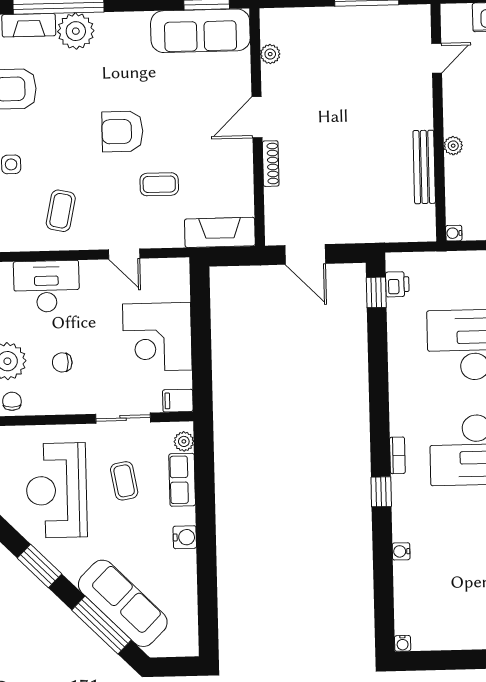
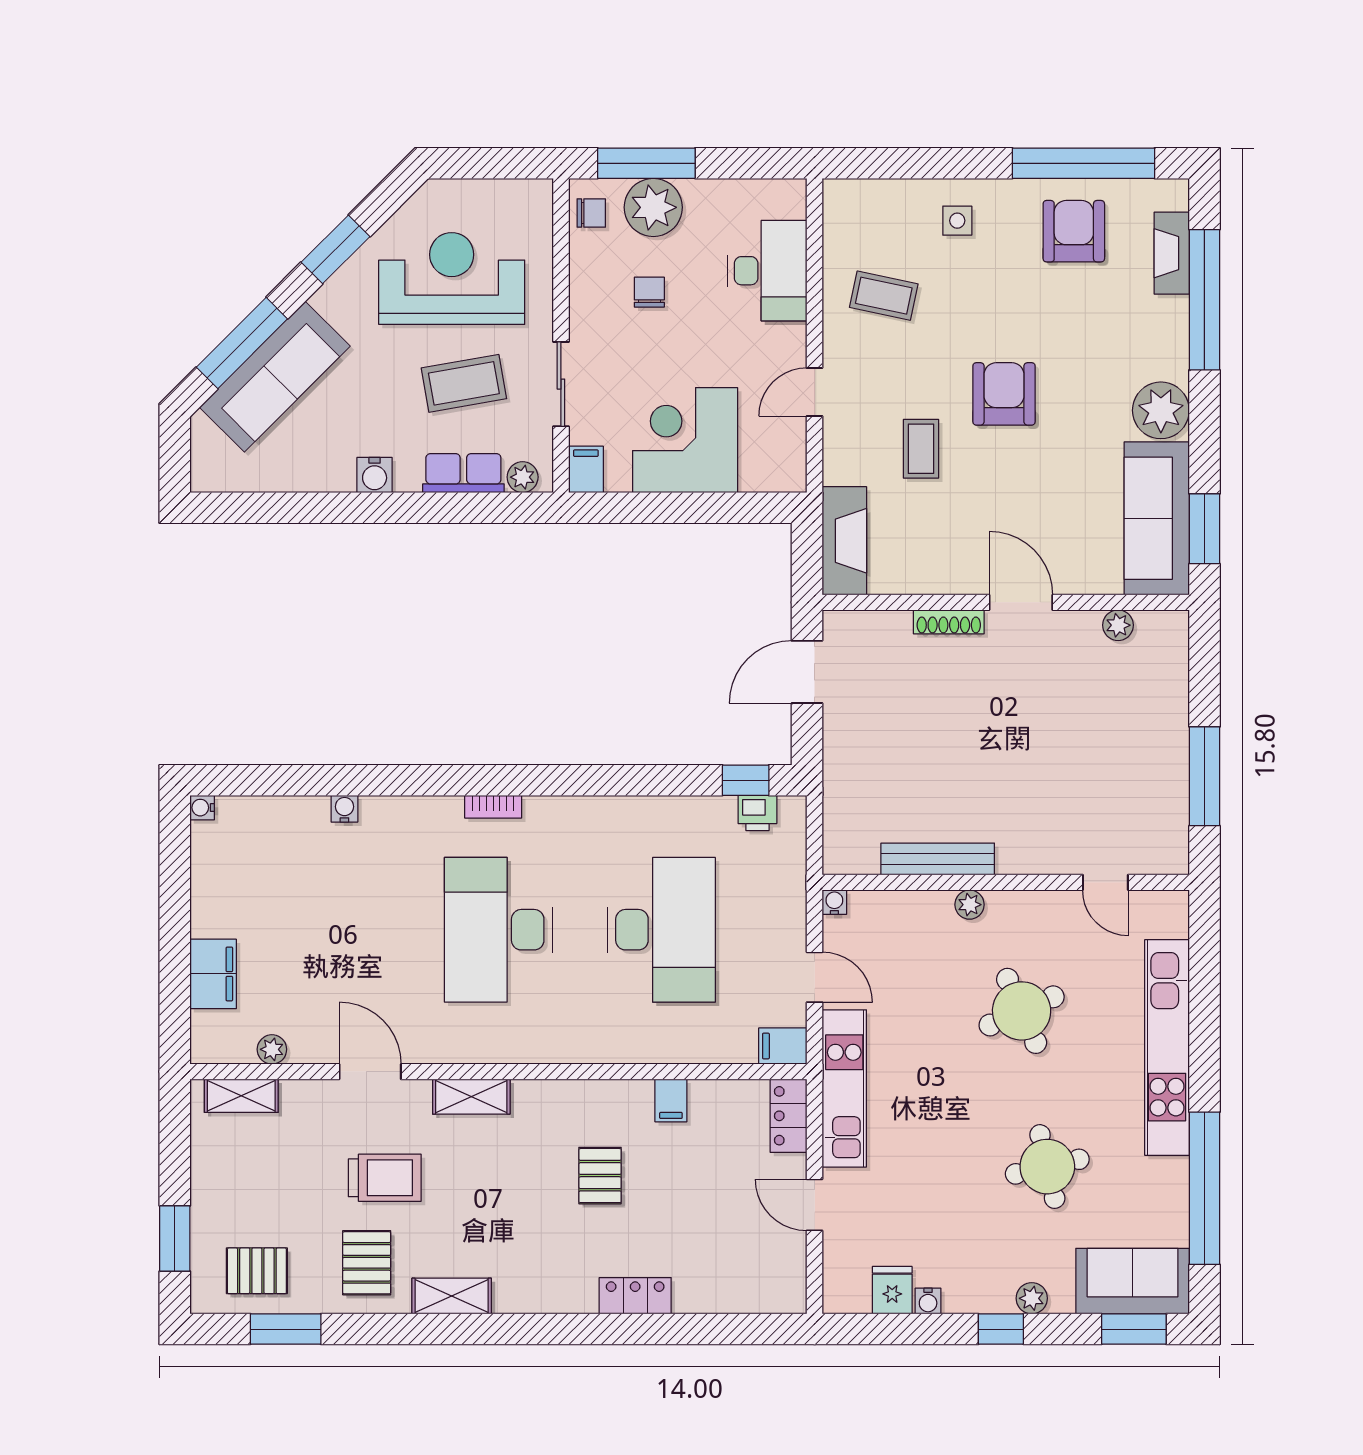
plant: (76, 31) -> (1161, 410), moved
coffee table: (124, 481) -> (464, 383), width x1.36, depth x1.30
window: (381, 492) -> (437, 780), removed

